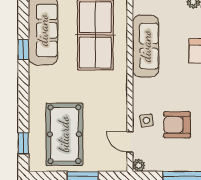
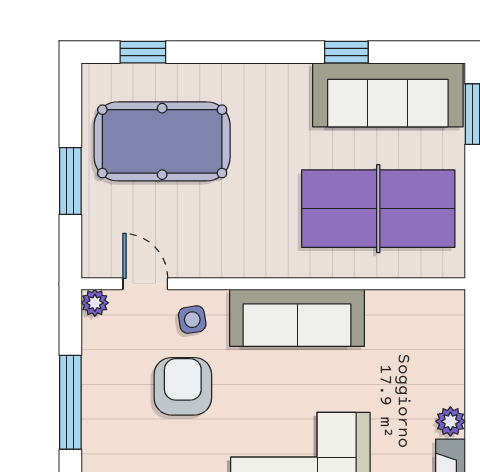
sofa: (146, 46) -> (297, 318), moved
door: (130, 142) -> (145, 284), hinge flipped

